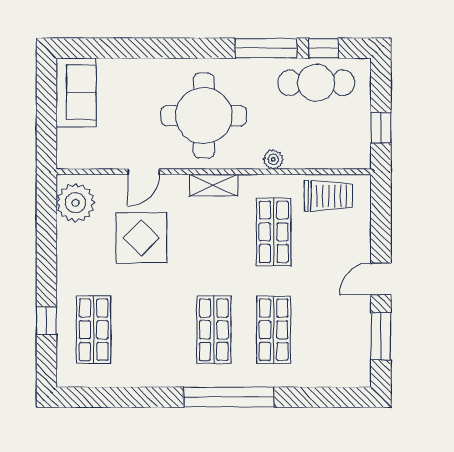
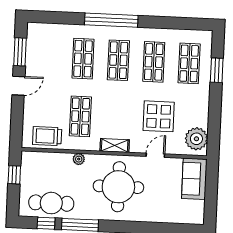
sofa: (76, 92) -> (194, 179), moved
window: (46, 320) -> (217, 70), width x1.50
shop shelf: (154, 330) -> (154, 62), added

